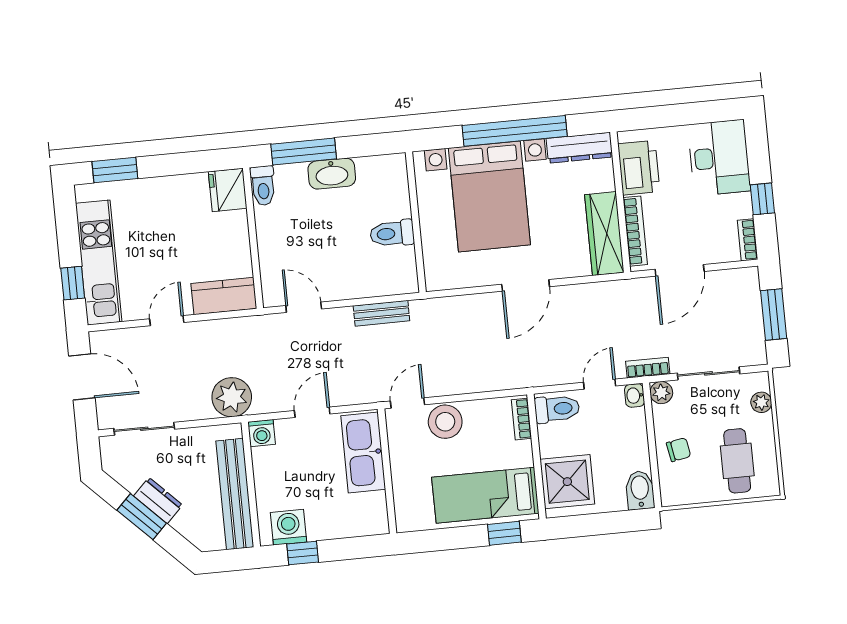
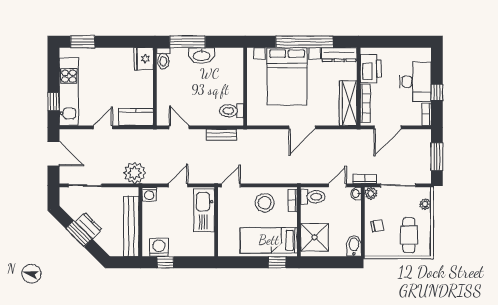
desk: (719, 158) -> (415, 82), moved
toilet: (392, 233) -> (232, 111), moved
stool: (445, 422) -> (265, 203), moved

